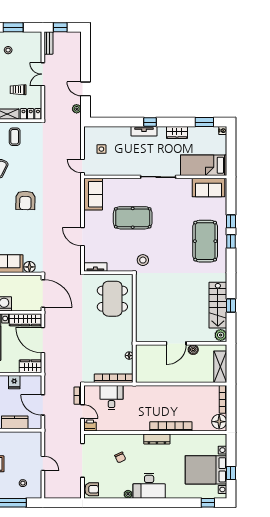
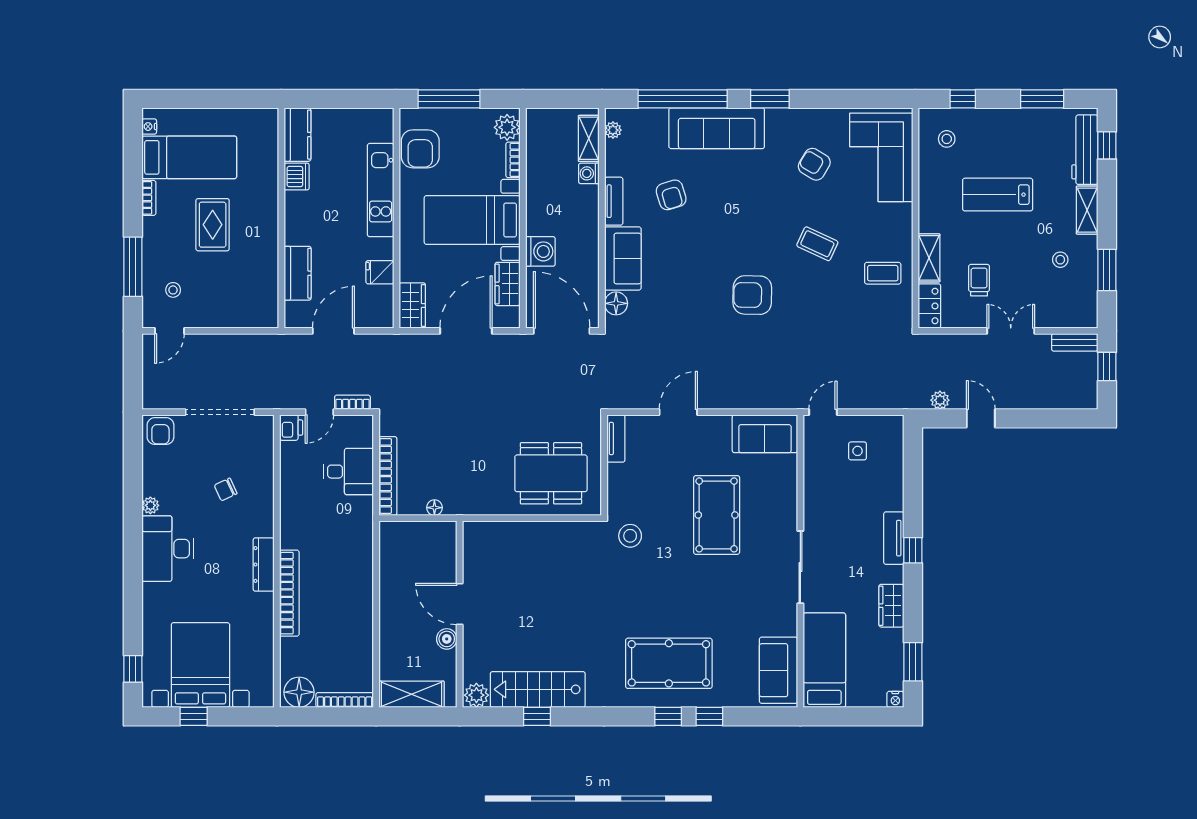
door: (86, 89) -> (981, 418), hinge flipped
door: (43, 293) -> (562, 331), swing flipped
wardrobe: (25, 320) -> (508, 284), width x0.67
door: (43, 463) -> (169, 331), moved

